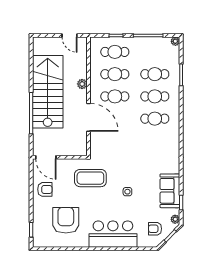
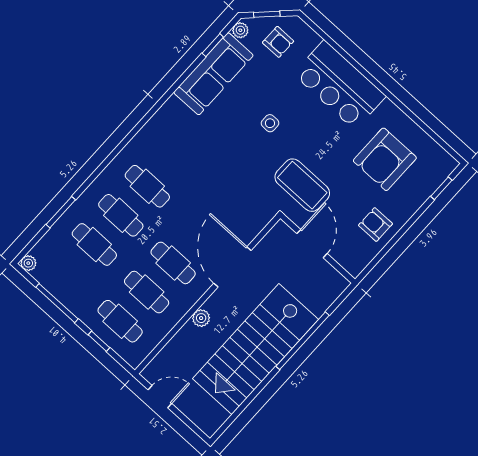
door: (69, 35) -> (160, 397), hinge flipped
door: (46, 157) -> (312, 244), moved
sofa: (170, 191) -> (213, 74), width x1.36

